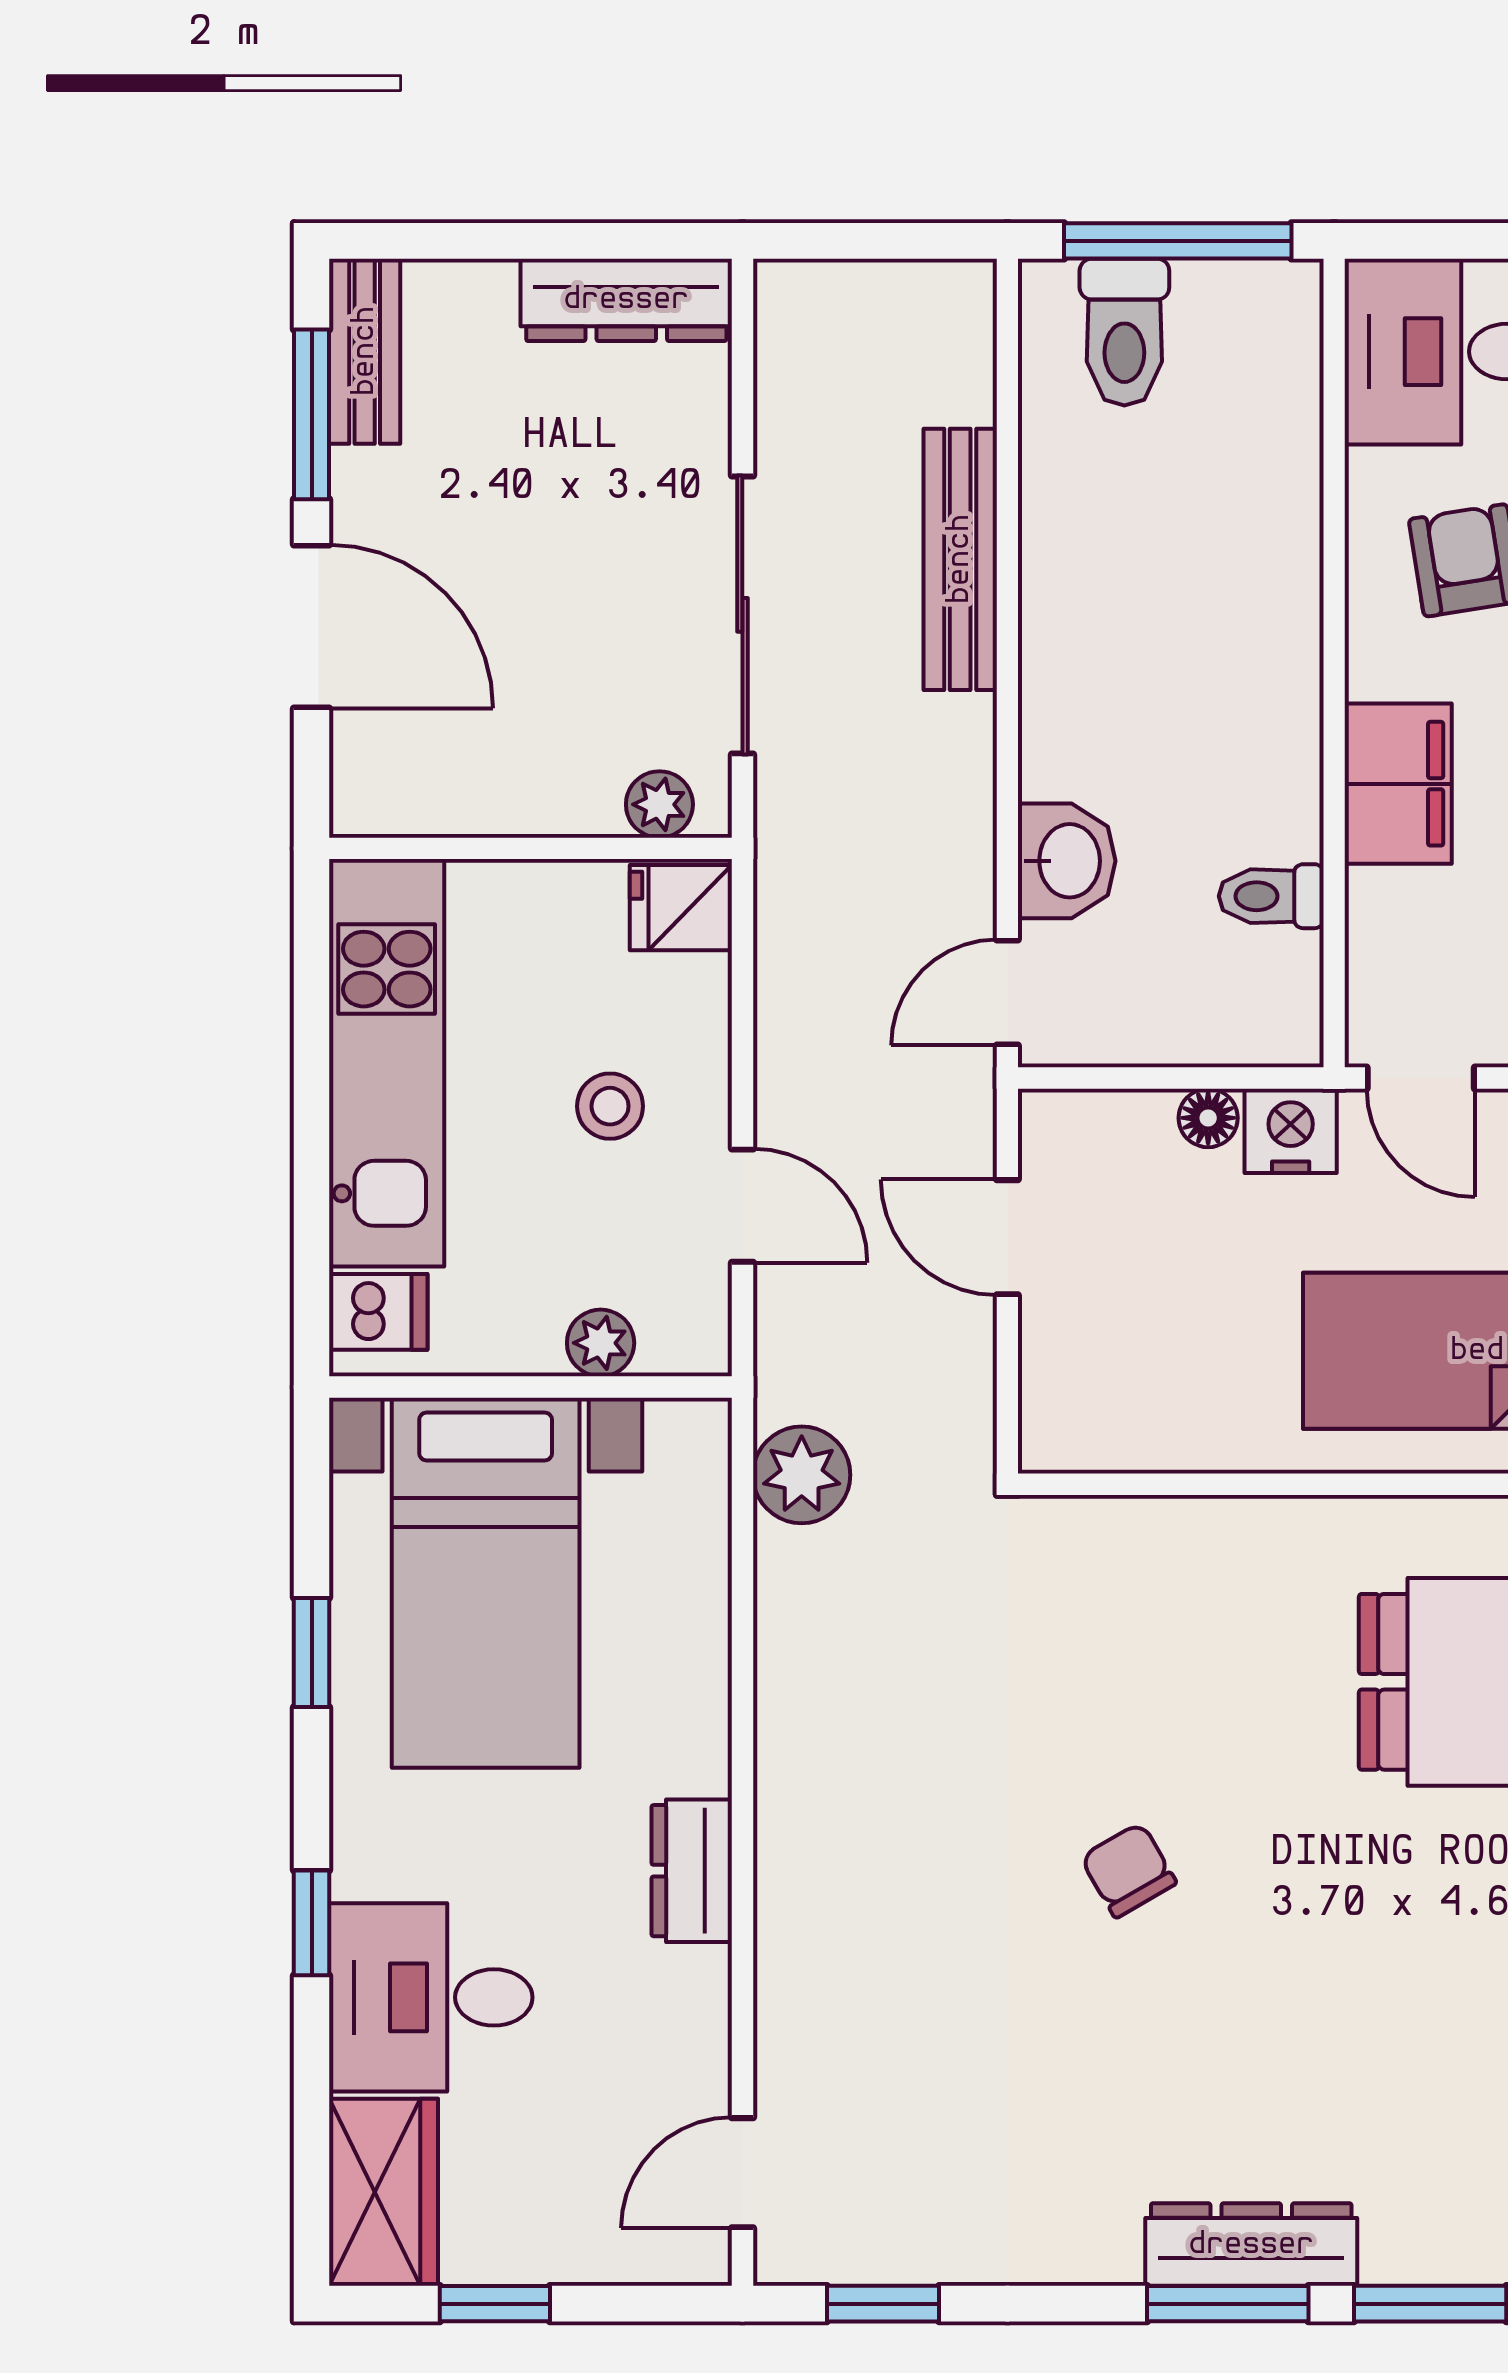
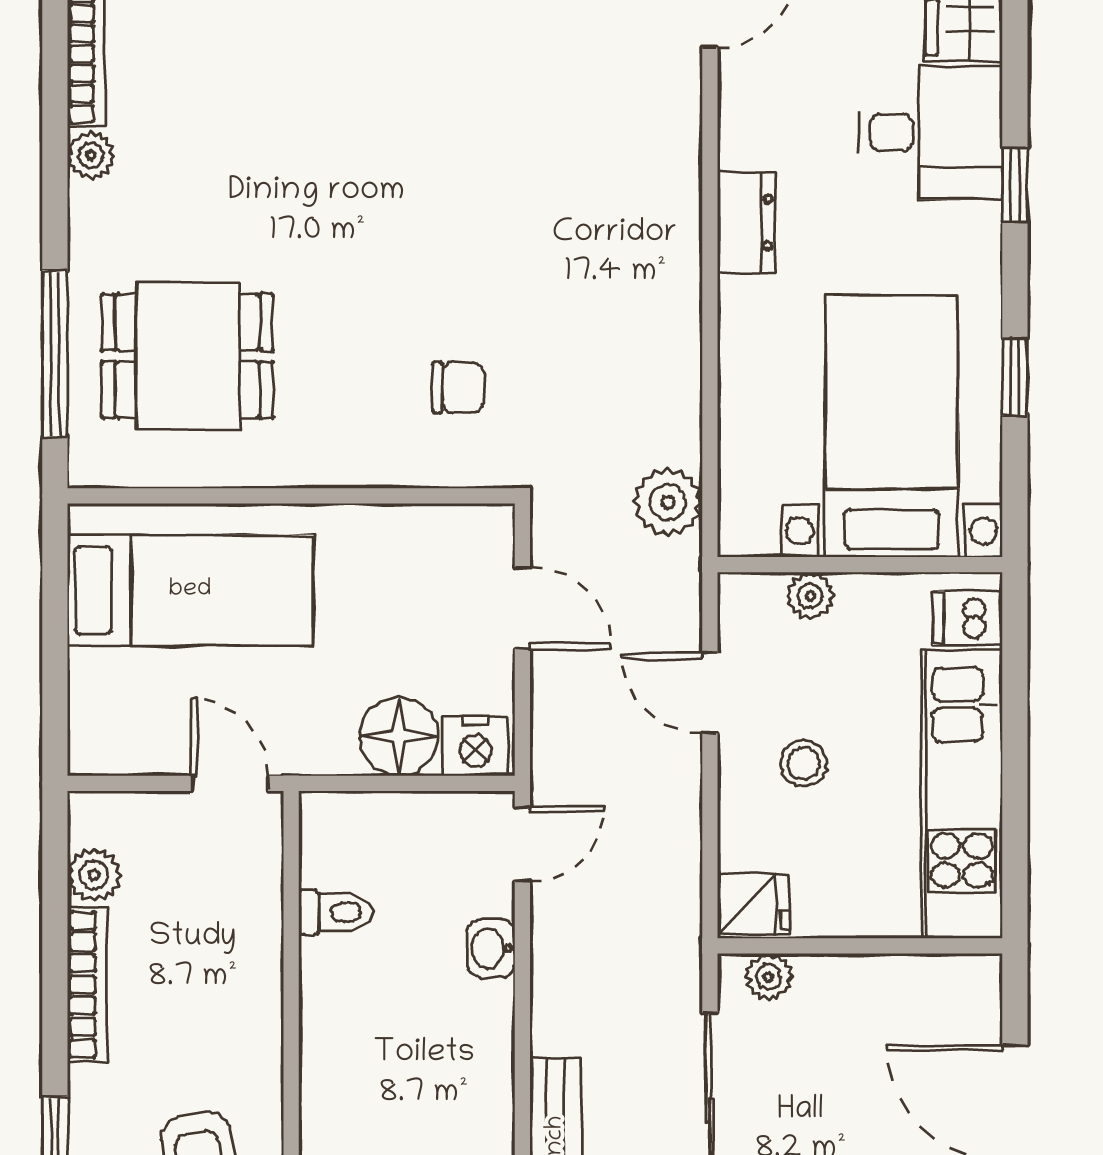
filing cabinet: (1398, 784) -> (246, 992), removed
washbasin: (1067, 861) -> (491, 948), width x0.72, depth x0.69
floor lamp: (1208, 1118) -> (399, 737), width x1.89, depth x1.89
nightstand: (1291, 1131) -> (476, 746), moved
door: (1007, 1237) -> (522, 608), moved
chair: (1128, 1870) -> (458, 387), moved, turned -60

